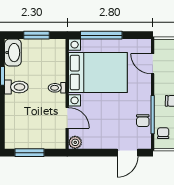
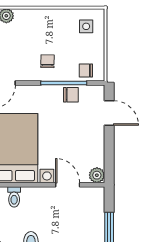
toilet: (57, 88) -> (14, 197), moved
door: (67, 118) -> (68, 185), hinge flipped

